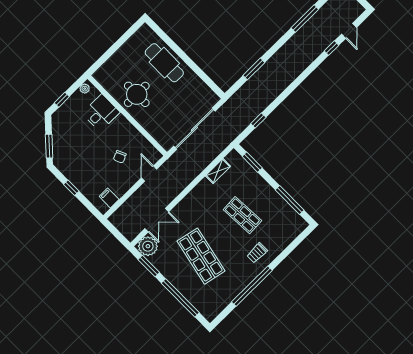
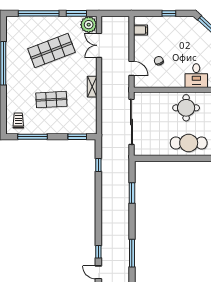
shelving: (218, 171) -> (92, 87), moved
trolley: (257, 253) -> (18, 120), moved
shop shelf: (201, 256) -> (51, 51), turned -33

